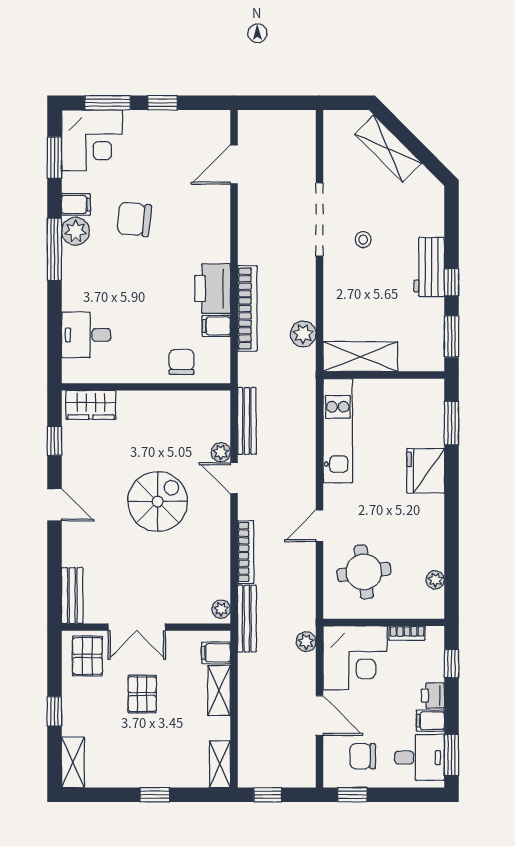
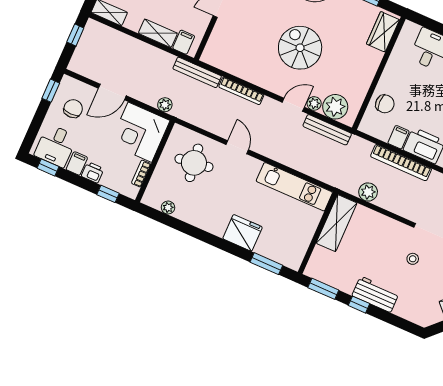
spiral stairs: (158, 501) -> (300, 48), turned 180
plant: (221, 609) -> (335, 107), moved, width x1.88, depth x1.88
window: (452, 755) -> (48, 167), width x0.67

